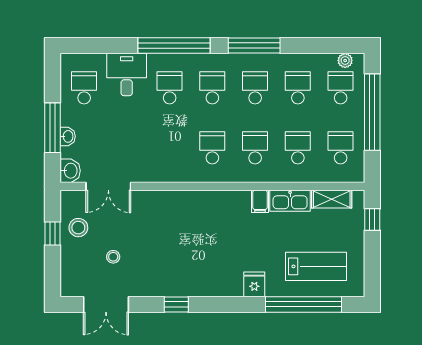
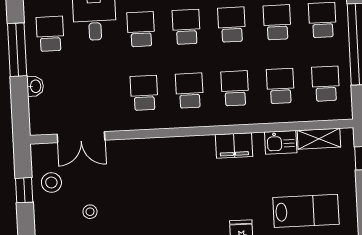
window: (52, 128) -> (17, 50), moved
school desk: (170, 148) -> (144, 93), added
washbasin: (70, 171) -> (40, 123), removed
filing cabinet: (260, 201) -> (234, 145), width x2.00
kitchen sink: (290, 201) -> (281, 142), width x0.73

